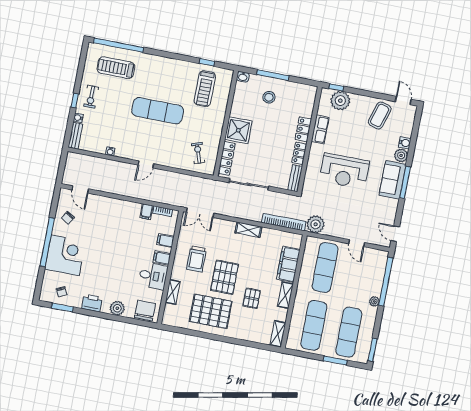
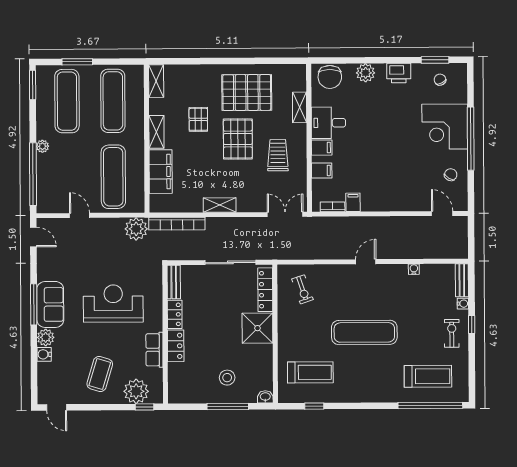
treadmill: (205, 89) -> (310, 372), turned 90
coffee table: (380, 115) -> (100, 374), moved

